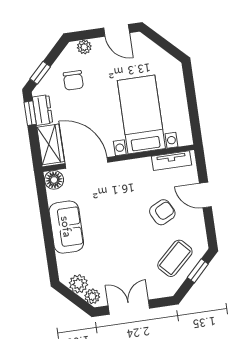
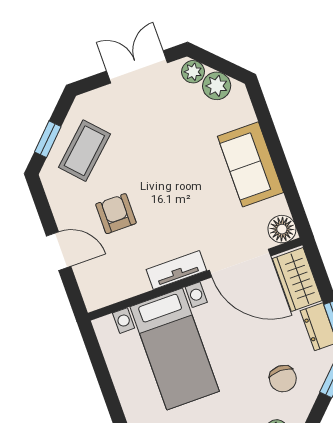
chair: (73, 80) -> (283, 379), turned 180
tv unit: (172, 161) -> (176, 270), moved
armchair: (162, 212) -> (116, 214), turned 117
double door: (129, 307) -> (137, 67), swing flipped

